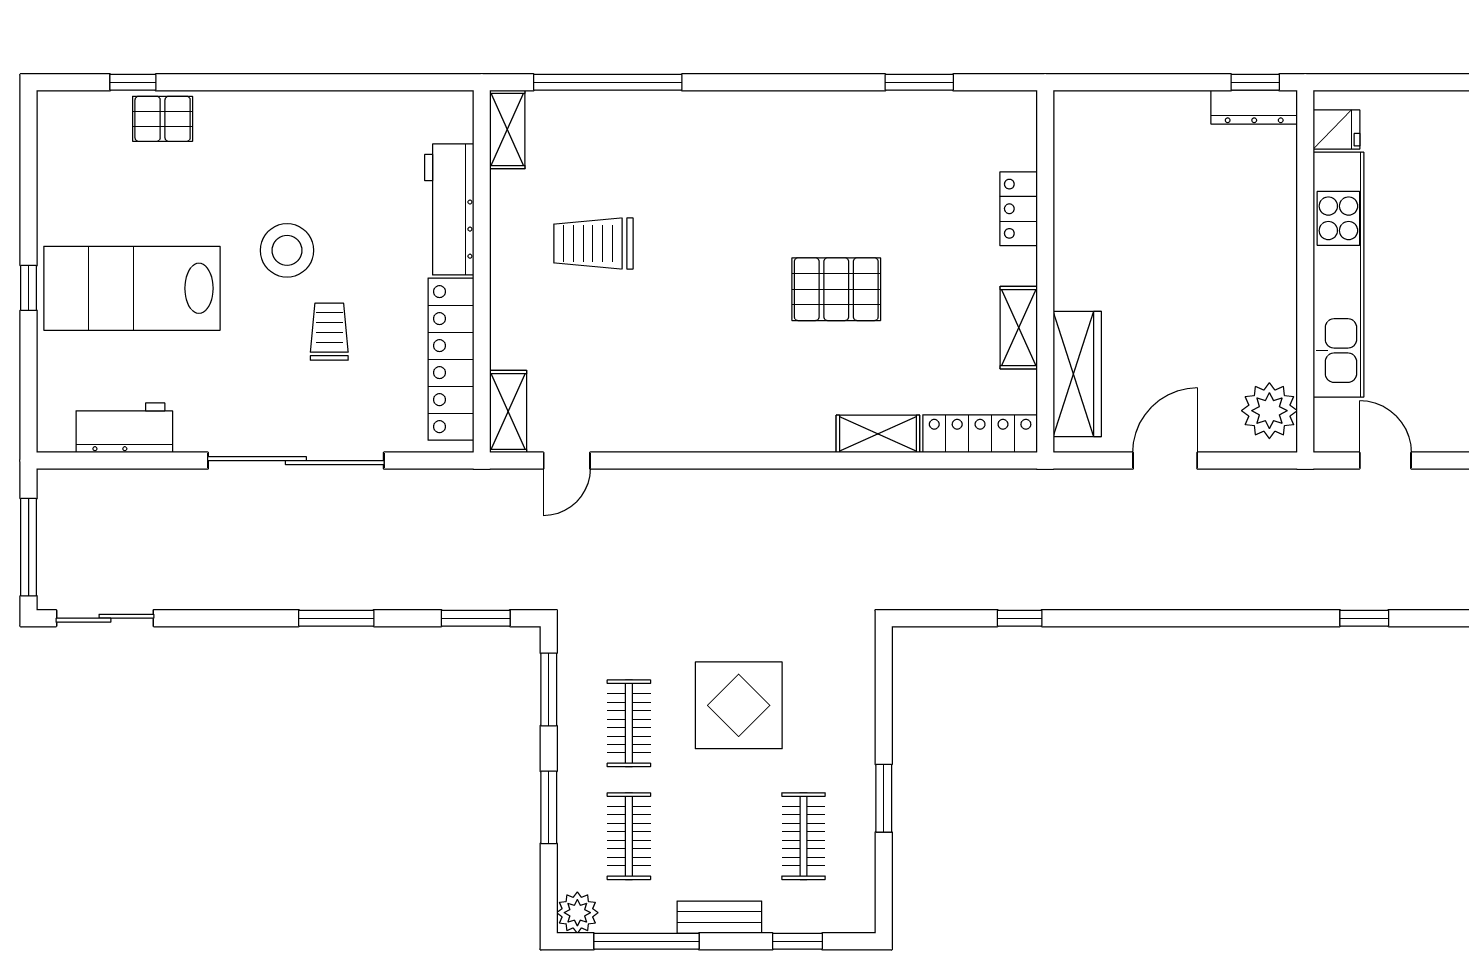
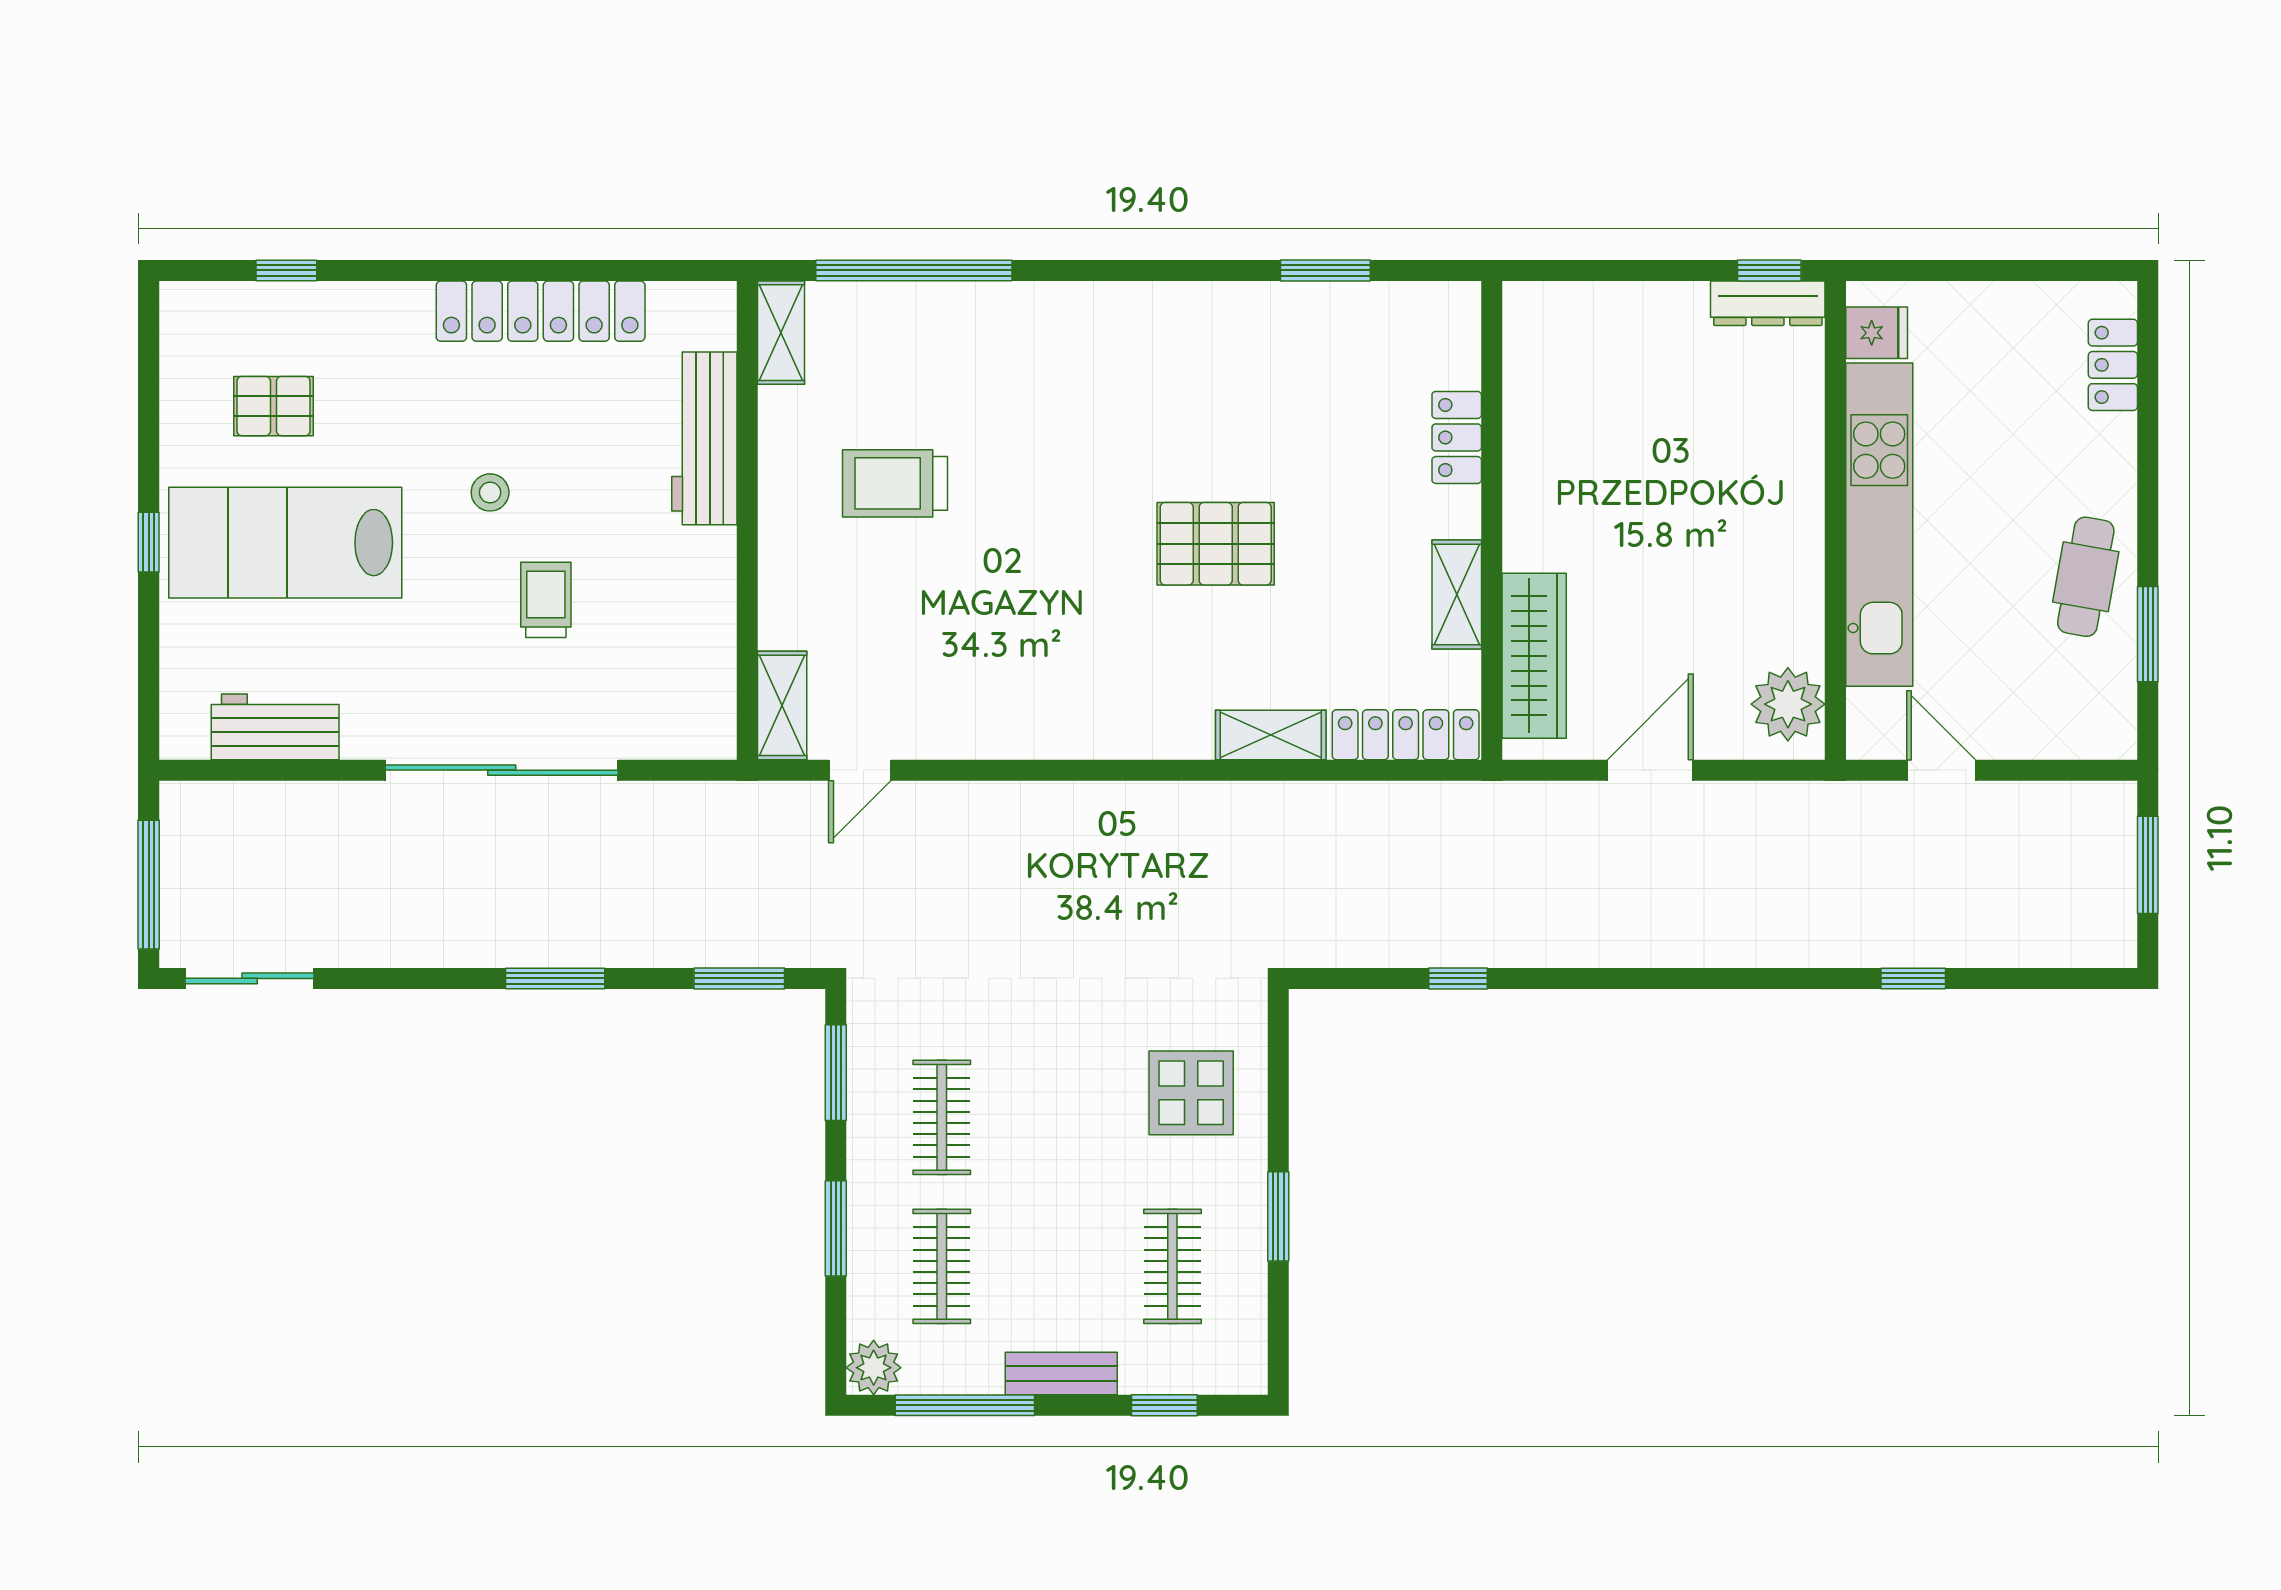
pallet: (163, 119) -> (273, 406), moved
stool: (287, 250) -> (490, 492), width x0.53, depth x0.53
locker: (451, 359) -> (541, 311), moved, turned -90
display table: (739, 705) -> (1191, 1093), moved, width x0.73, depth x0.73

